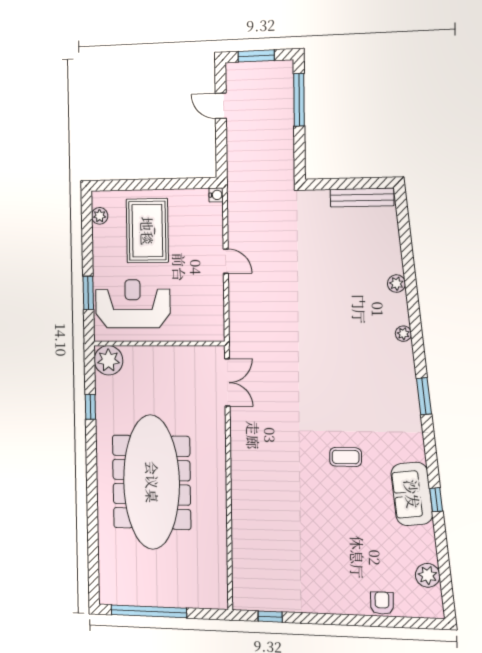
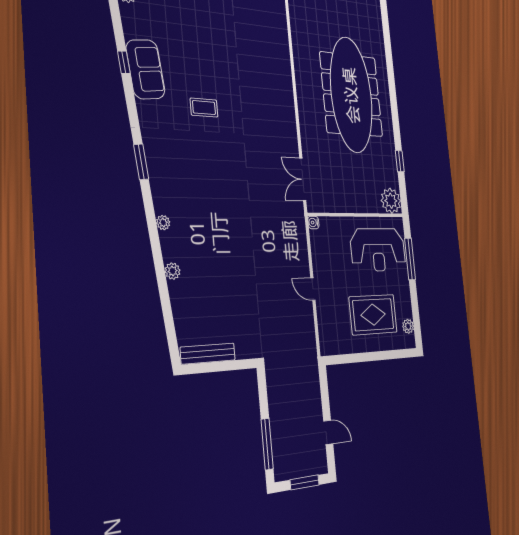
water cooler: (216, 195) -> (313, 223), moved
rug: (147, 231) -> (373, 315), turned 90
window: (88, 293) -> (410, 259), width x1.44

